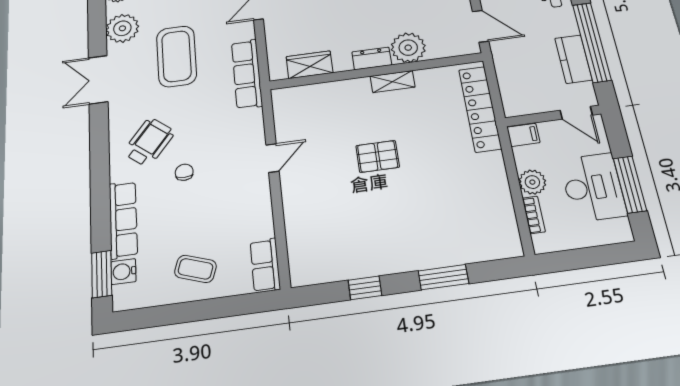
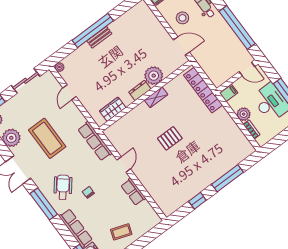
kitchen counter: (573, 59) -> (233, 41), removed
row of seats: (247, 74) -> (95, 141), moved
window: (99, 152) -> (44, 204), added
row of seats: (265, 265) -> (133, 192), moved
window: (443, 277) -> (228, 178), width x1.44

